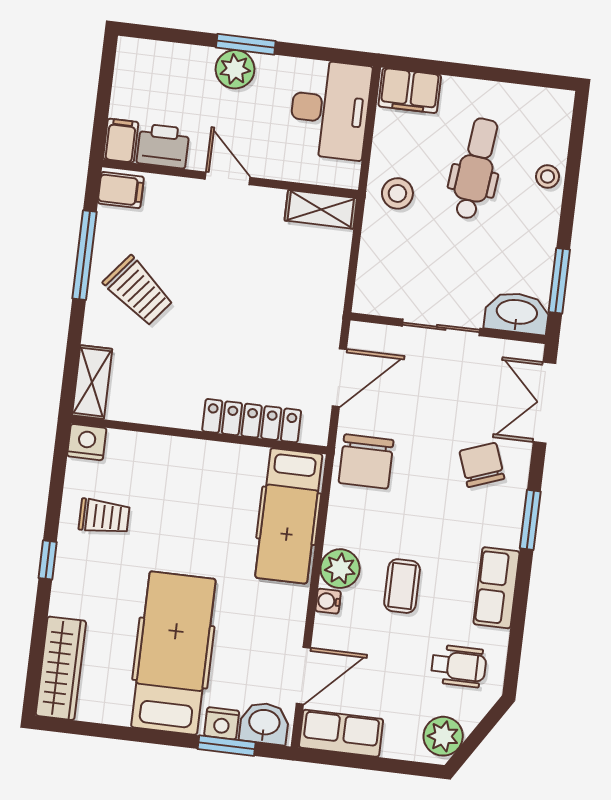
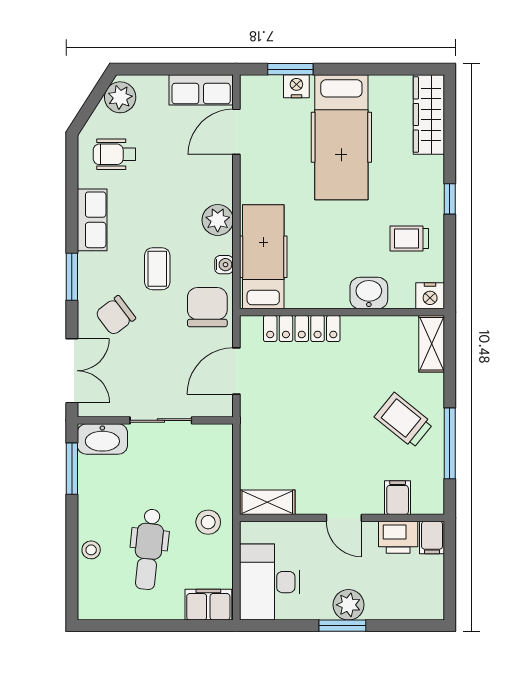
filing cabinet: (121, 190) -> (398, 498), moved, turned 90
chair: (482, 465) -> (115, 316), turned 73
coffee table: (402, 586) -> (157, 269), moved
water cooler: (328, 601) -> (224, 265), moved
washbasin: (264, 723) -> (369, 293), moved, turned 180

